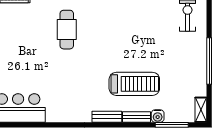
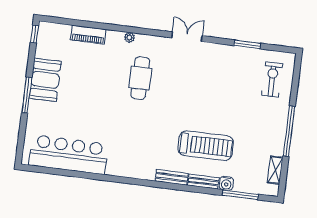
shelving: (201, 110) -> (275, 170), moved

